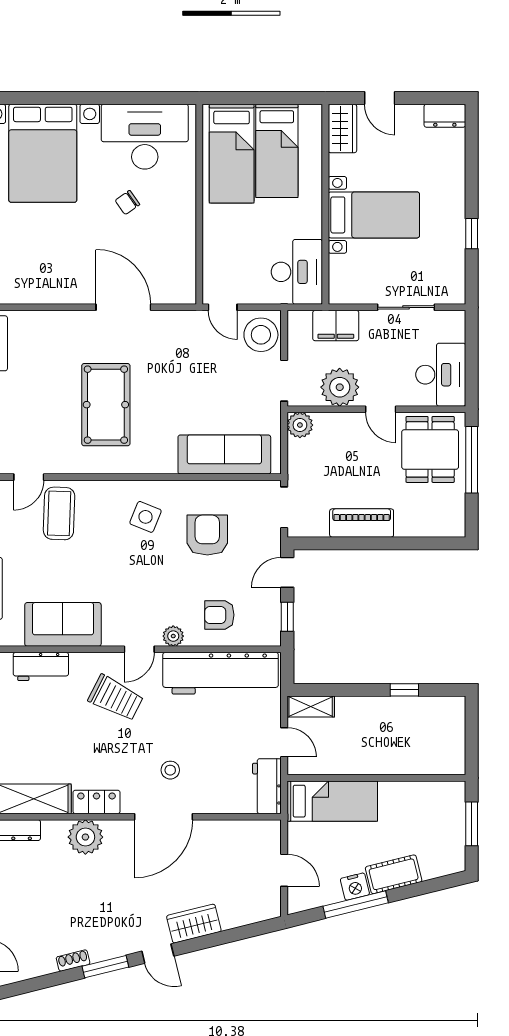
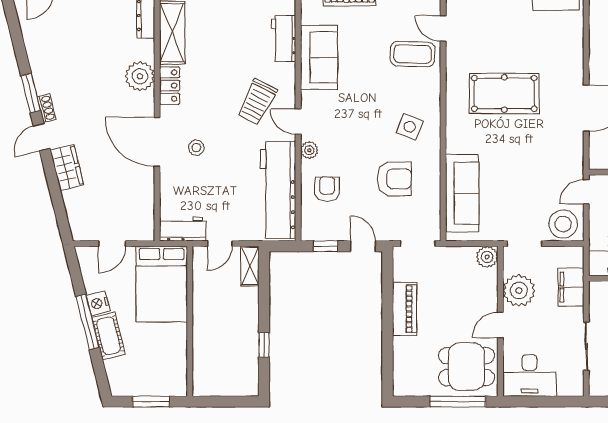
bed: (332, 801) -> (162, 284), width x1.50
window: (356, 905) -> (88, 322), moved
shoe rack: (73, 961) -> (46, 108), moved

